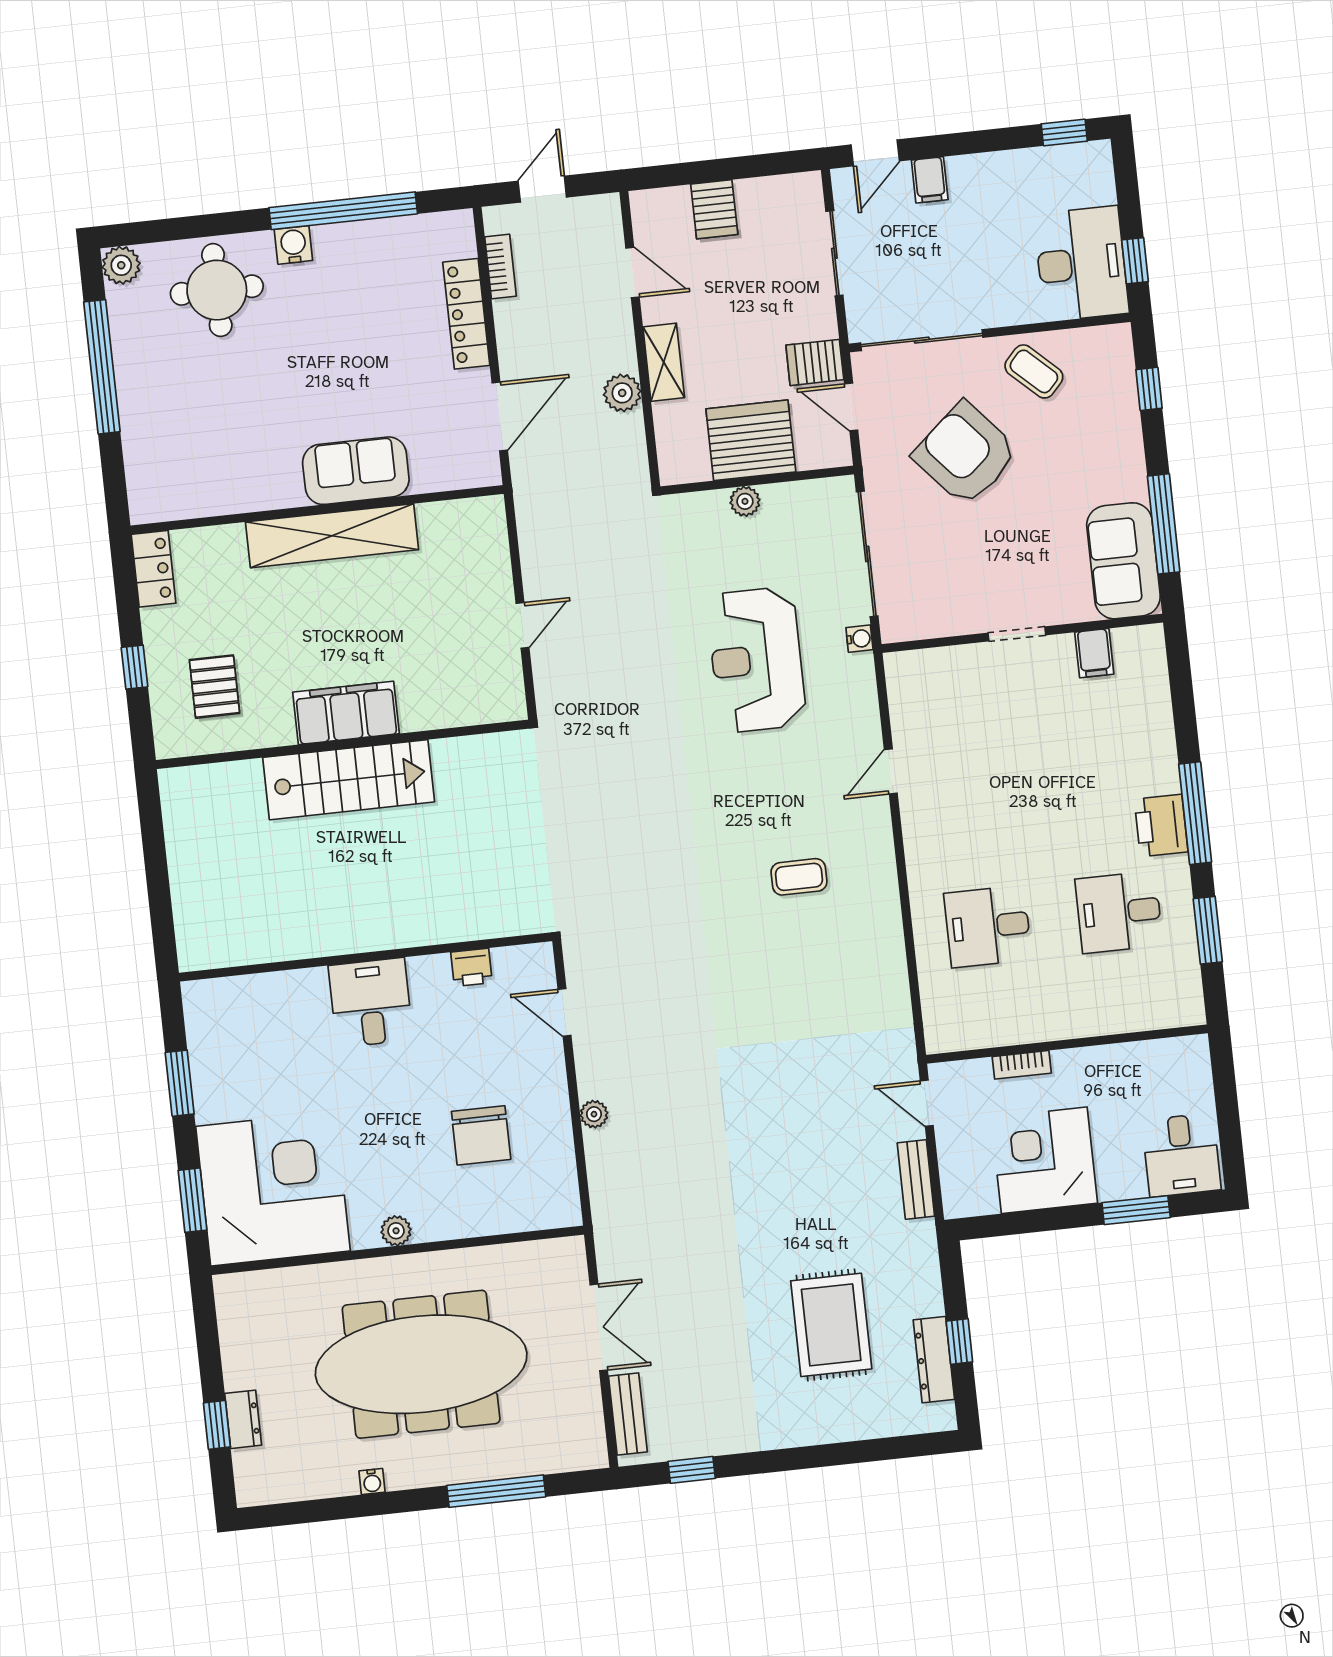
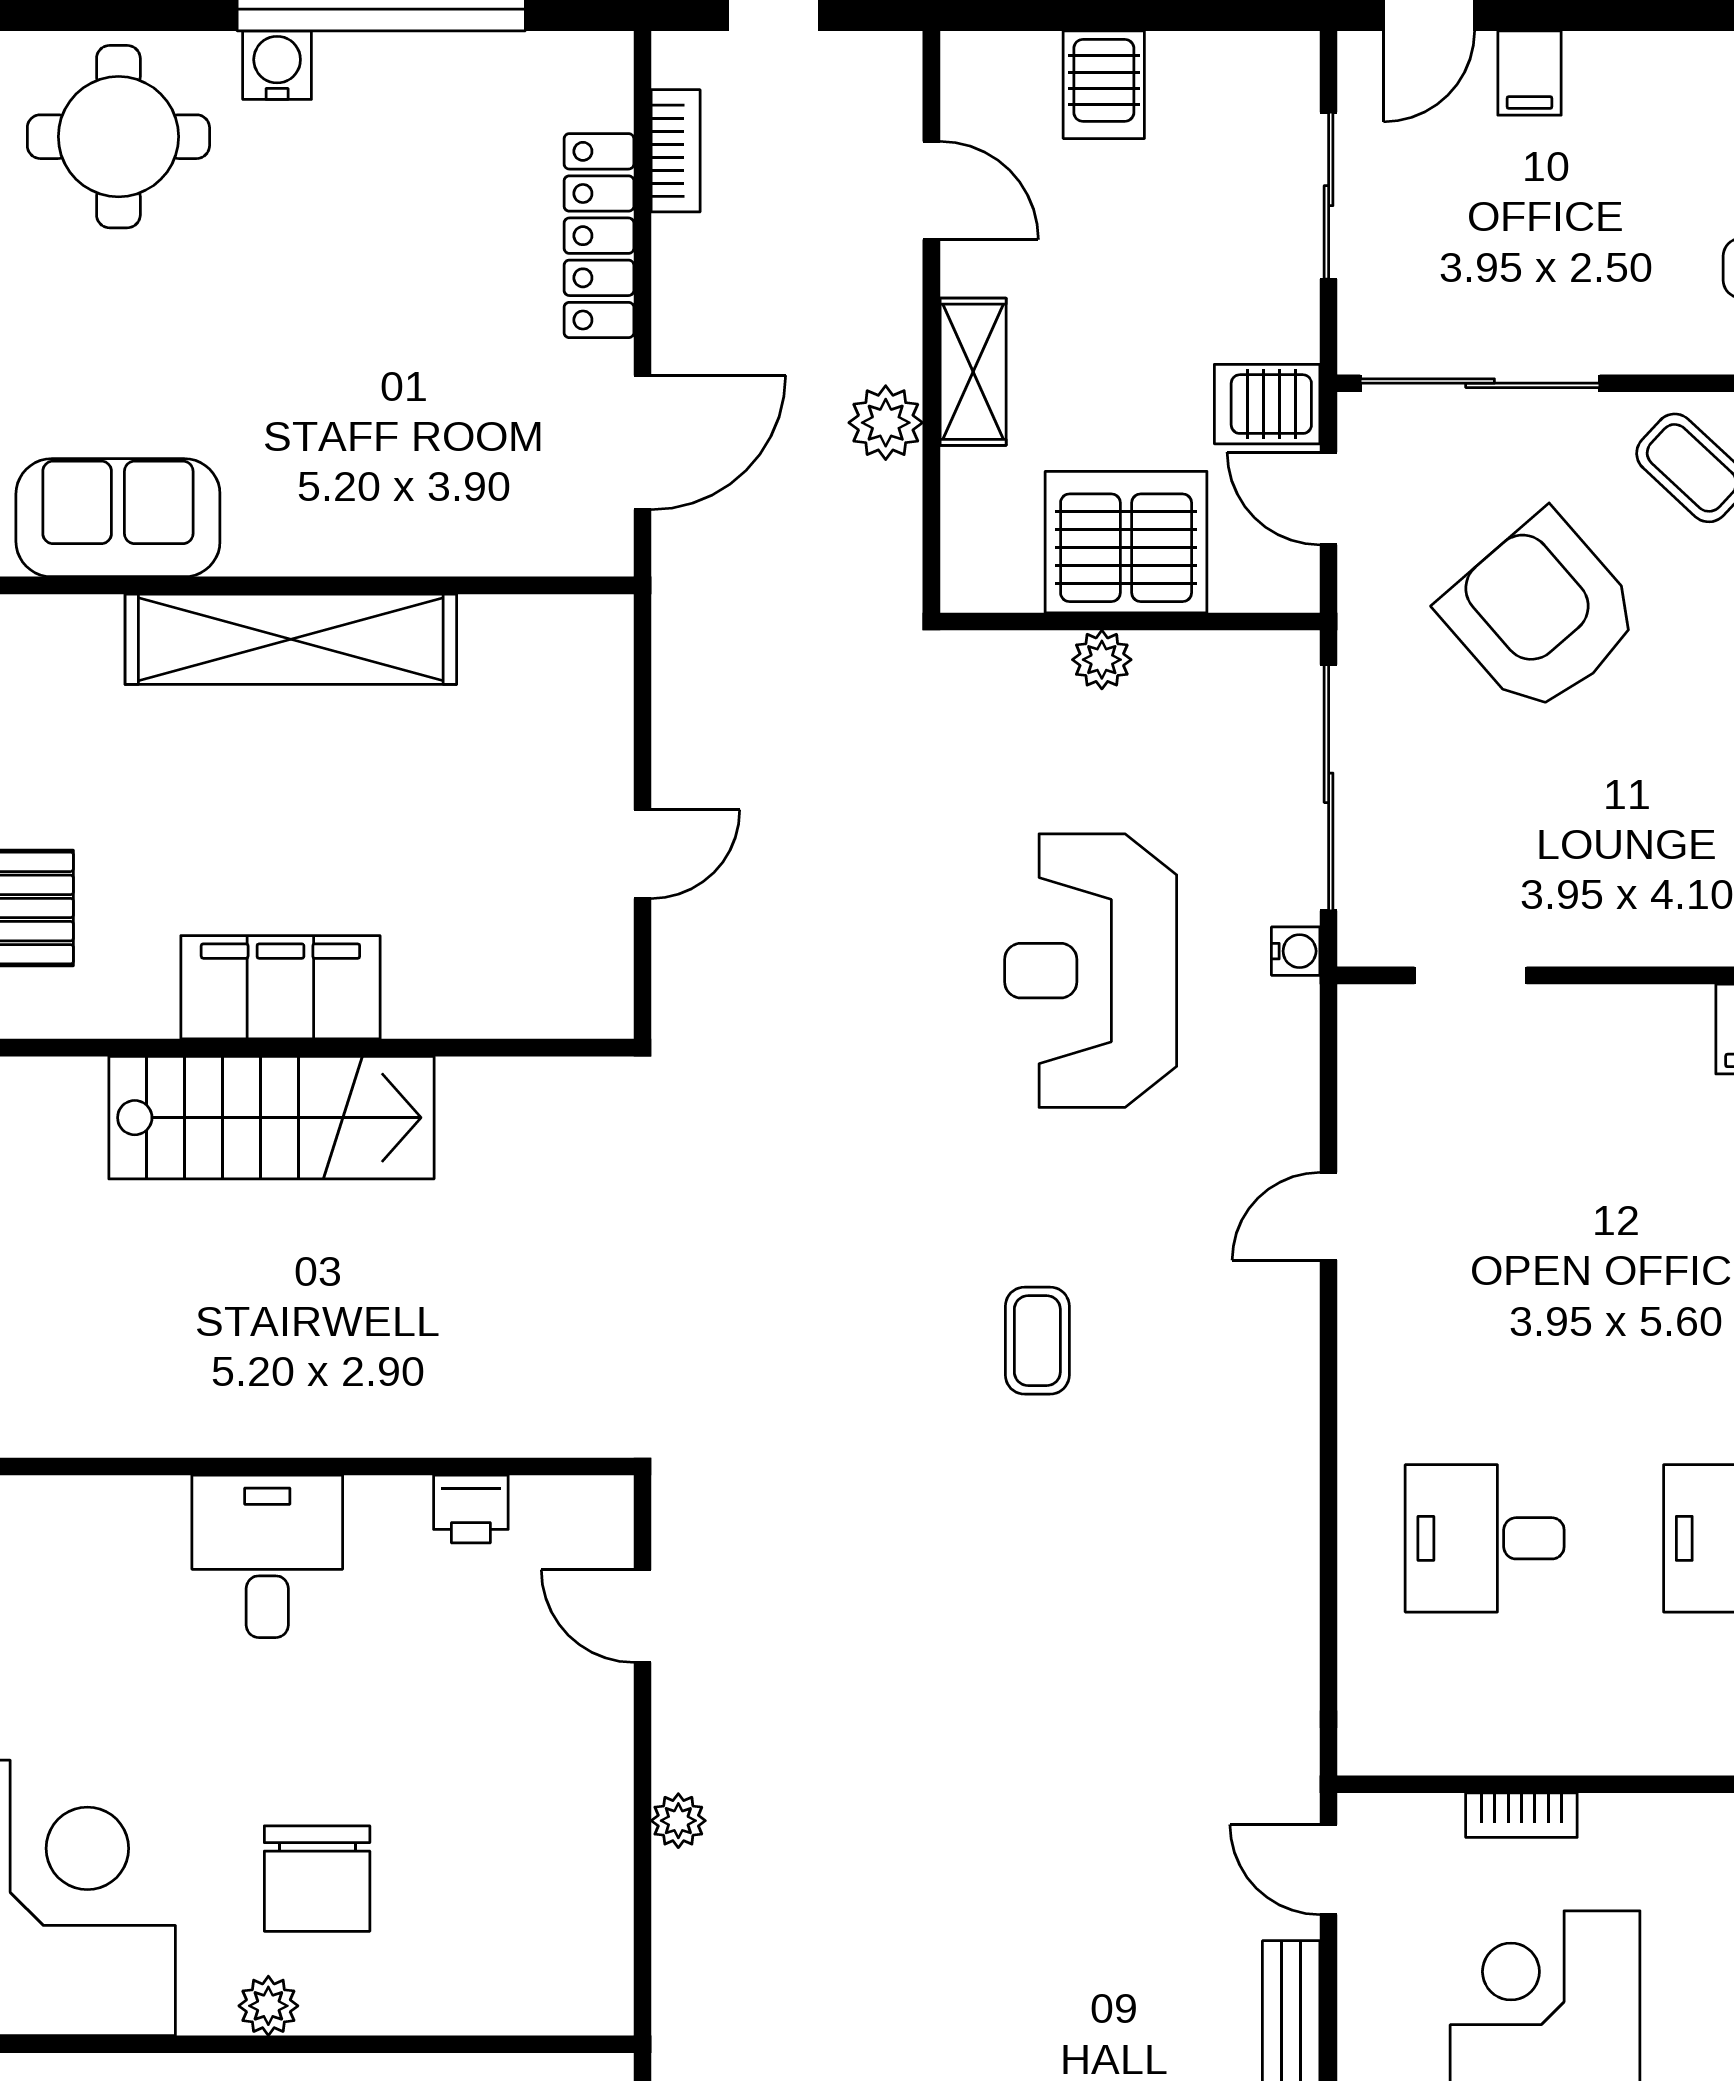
sofa: (356, 471) -> (118, 518), moved
doorway: (1017, 634) -> (1471, 975), moved
coffee table: (799, 877) -> (1037, 1341), moved, turned 90
chair: (481, 1135) -> (317, 1879), moved

